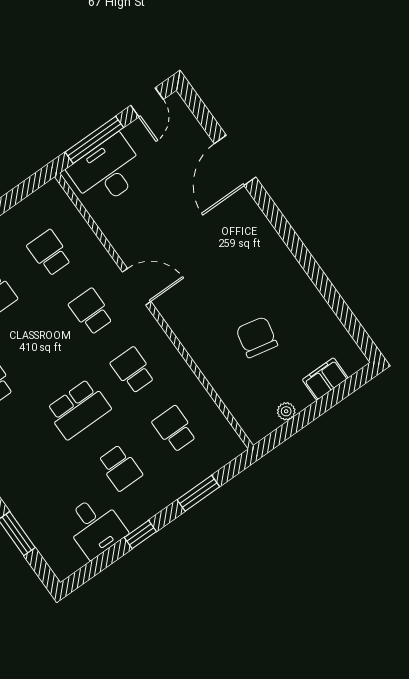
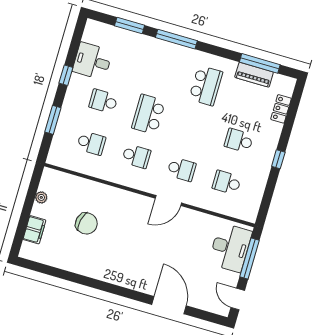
school desk: (49, 253) -> (227, 182), turned 180

